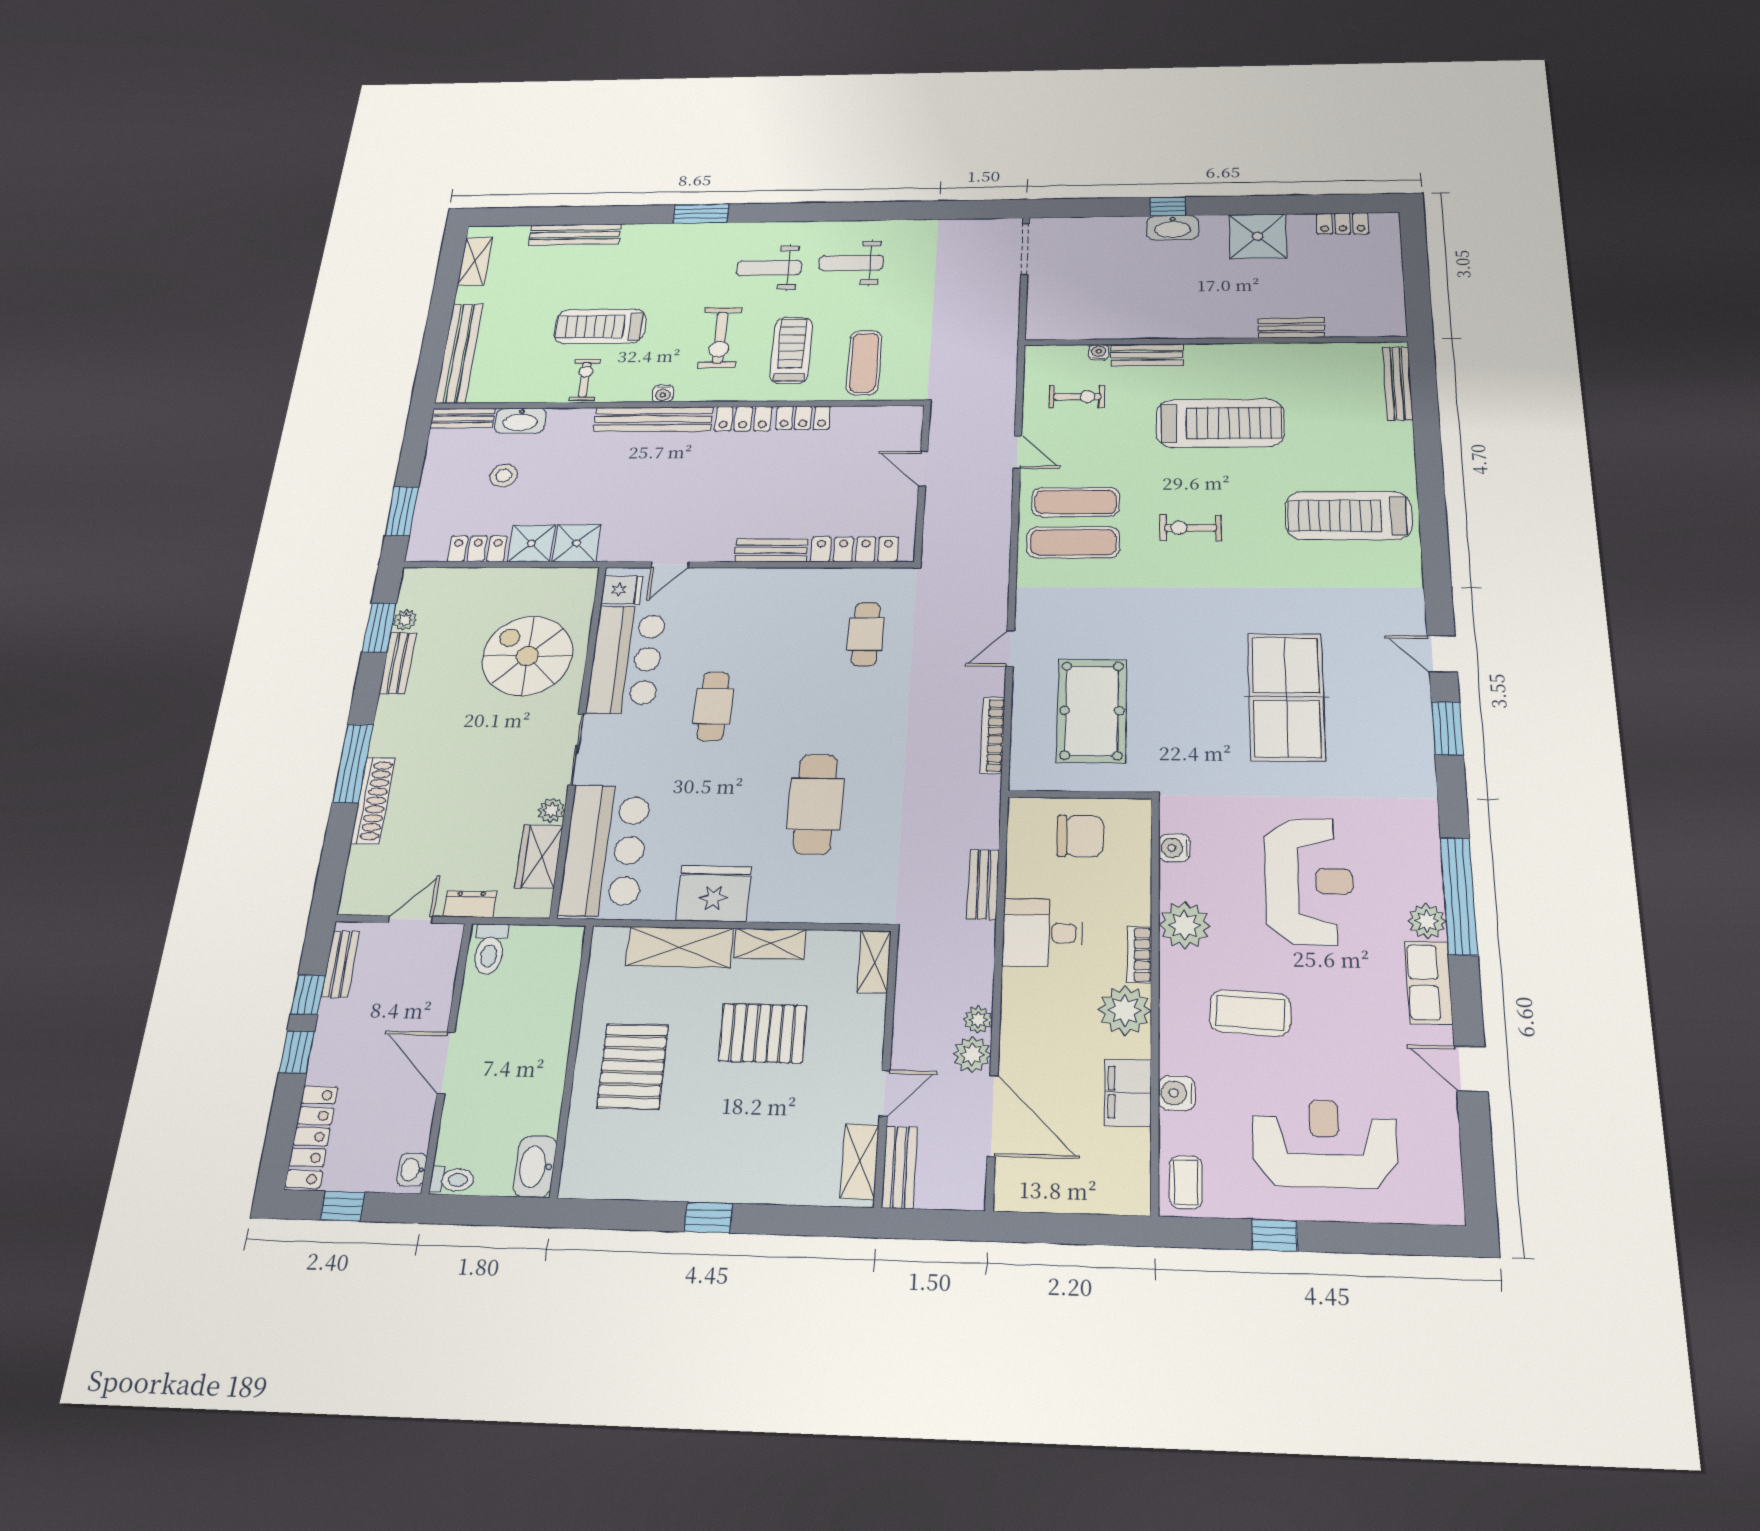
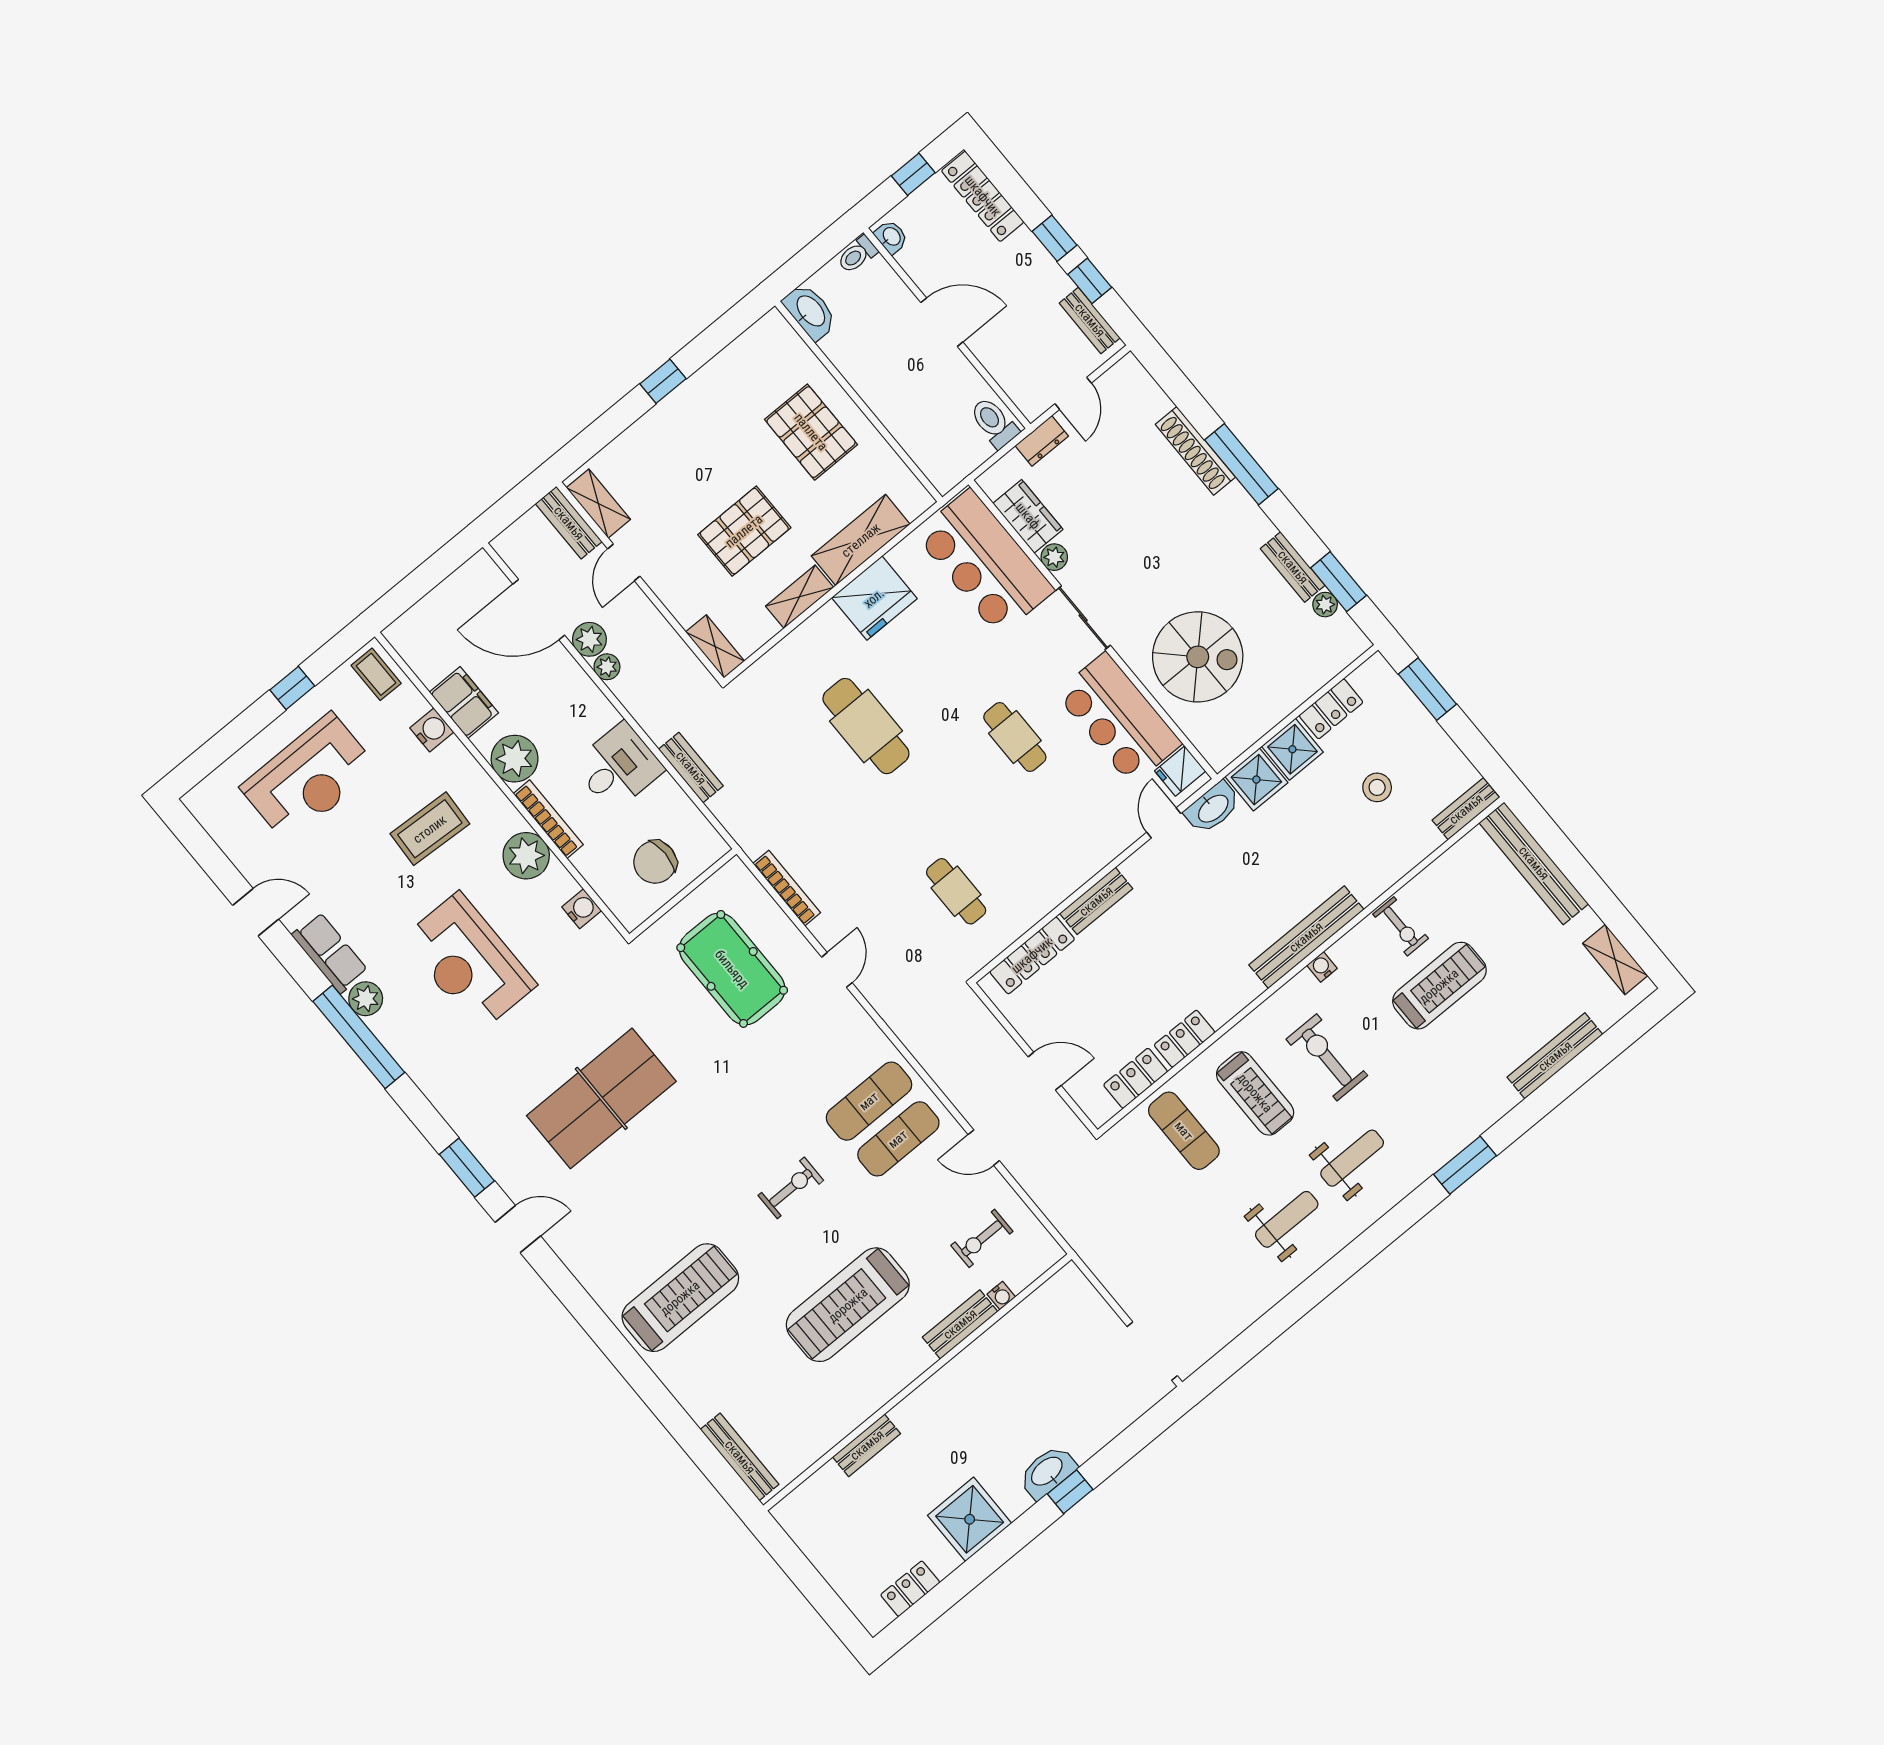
locker: (743, 419) -> (1136, 1078), moved
washbasin: (520, 421) -> (1213, 808), moved, turned 180
table tennis table: (1286, 697) -> (601, 1098), turned 90
bookcase: (1139, 955) -> (548, 819), width x1.56

